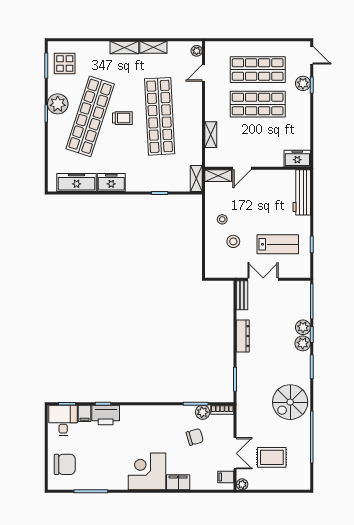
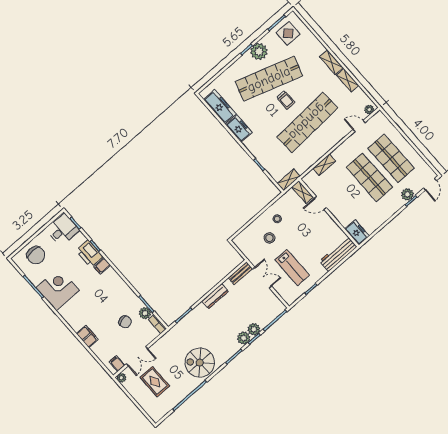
filing cabinet: (85, 413) -> (102, 266), moved
corner desk: (147, 471) -> (58, 289), moved

